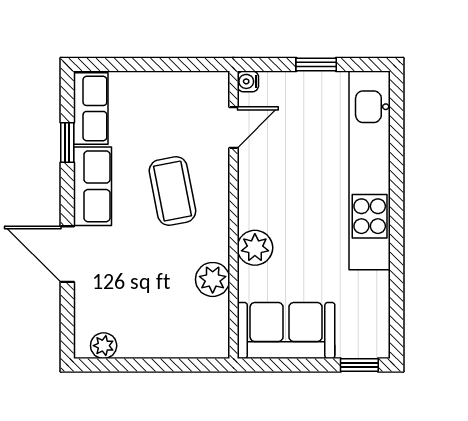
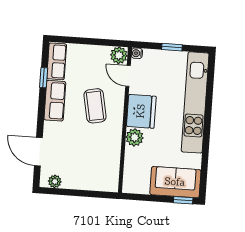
door: (234, 127) -> (128, 76), swing flipped
fridge: (265, 195) -> (141, 111), added
door: (67, 254) -> (38, 152), moved
plant: (213, 279) -> (119, 55), moved
sofa: (286, 330) -> (175, 182), moved

